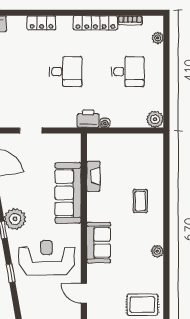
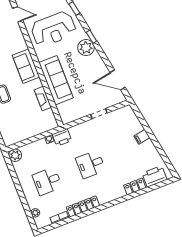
locker: (41, 23) -> (135, 186), moved
sofa: (99, 243) -> (26, 66), moved

